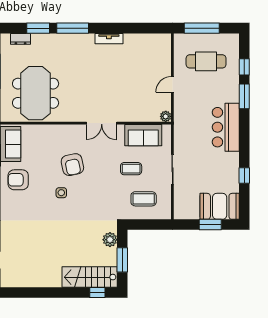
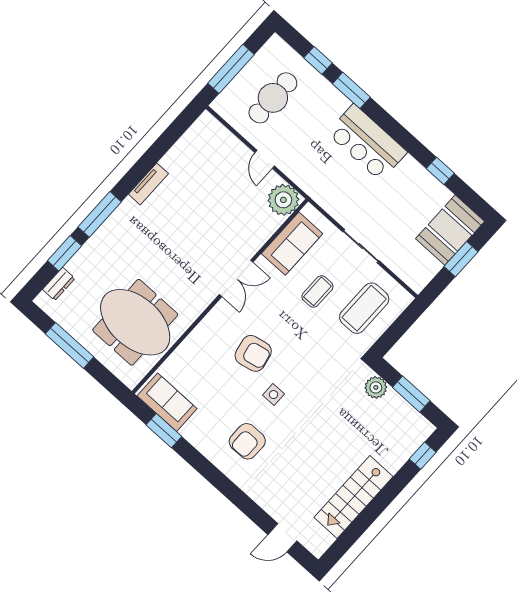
plant: (166, 116) -> (283, 200), width x1.88, depth x1.88
armchair: (18, 180) -> (247, 441), moved
coffee table: (144, 199) -> (364, 308), width x1.36, depth x1.32
stairs: (90, 277) -> (354, 497), moved

